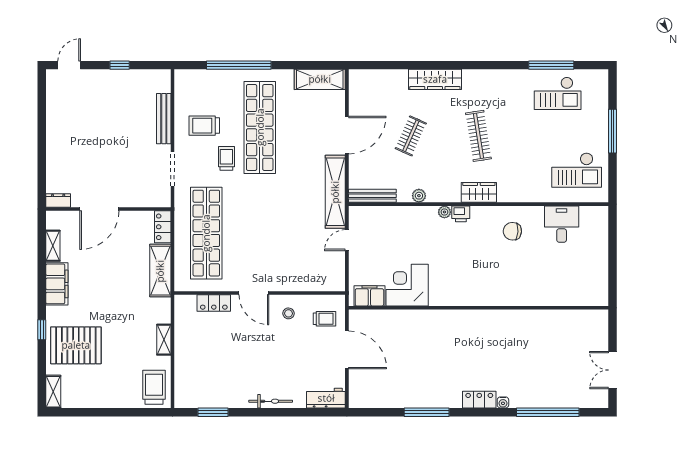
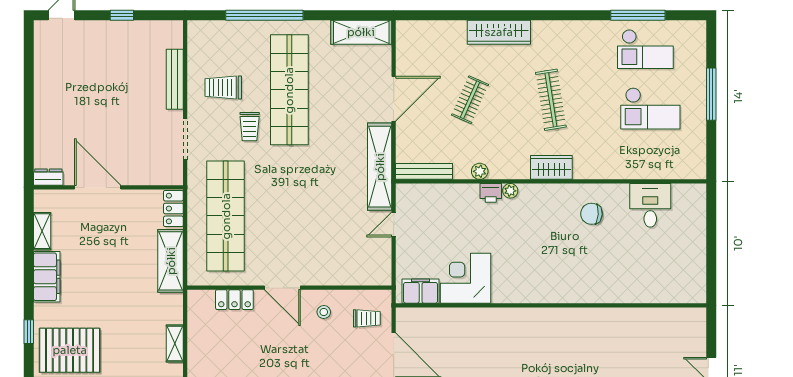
trolley: (226, 158) -> (250, 127), turned 180
checkout: (577, 170) -> (650, 108), moved
door: (99, 209) -> (98, 187), swing flipped
printer: (461, 214) -> (491, 193), moved

